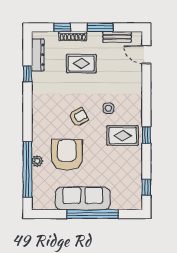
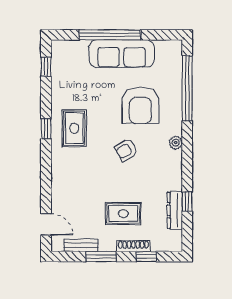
dresser: (38, 55) -> (175, 210), moved
side table: (108, 108) -> (91, 161), removed
rug: (123, 136) -> (74, 128), turned 90
plant: (37, 161) -> (176, 143), moved

